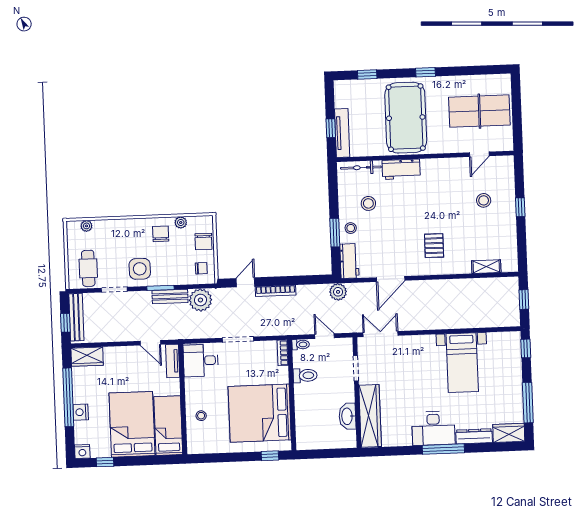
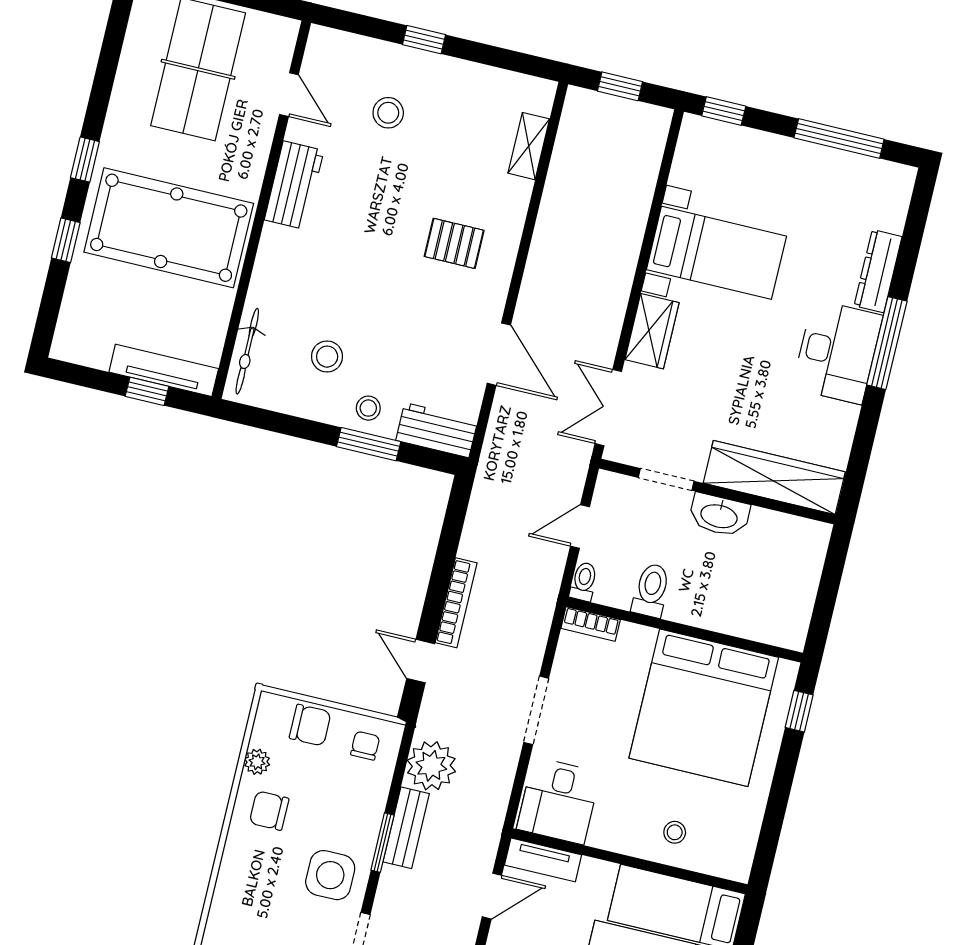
window: (367, 74) -> (66, 240), moved
workbench: (401, 169) -> (294, 185), moved
plant: (338, 292) -> (495, 472), removed
washbasin: (347, 416) -> (719, 515), moved
wardrobe: (509, 433) -> (652, 331), moved, turned 180

